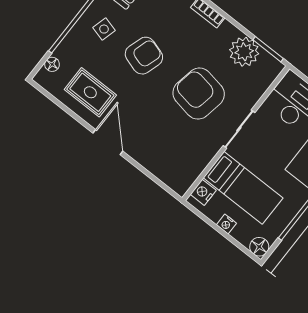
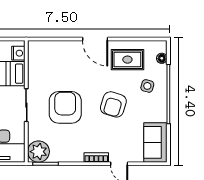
side table: (104, 29) -> (147, 86), moved
plant: (244, 52) -> (39, 152), moved
armchair: (199, 94) -> (65, 107), turned -100

